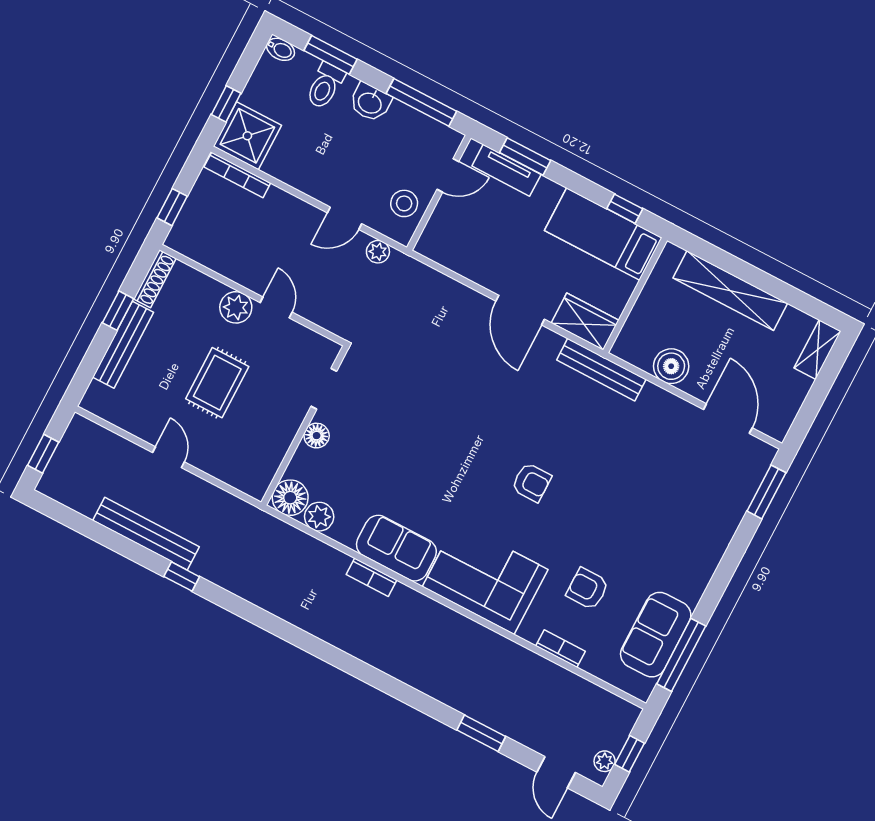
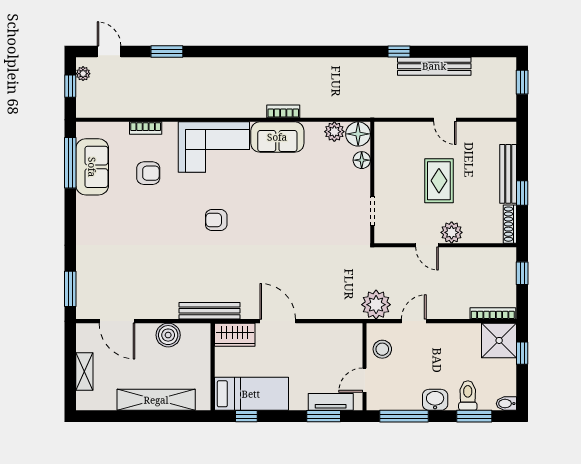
plant: (378, 252) -> (376, 305), width x1.88, depth x1.88
shelving: (818, 350) -> (84, 371), moved
floor lamp: (317, 436) -> (362, 160), moved

